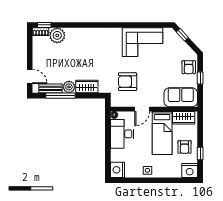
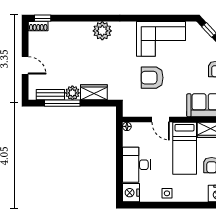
plant: (57, 35) -> (102, 31), moved
door: (30, 76) -> (25, 65), moved
armchair: (128, 82) -> (152, 78), moved
door: (142, 109) -> (161, 120), hinge flipped
desk: (122, 134) -> (136, 165), moved

